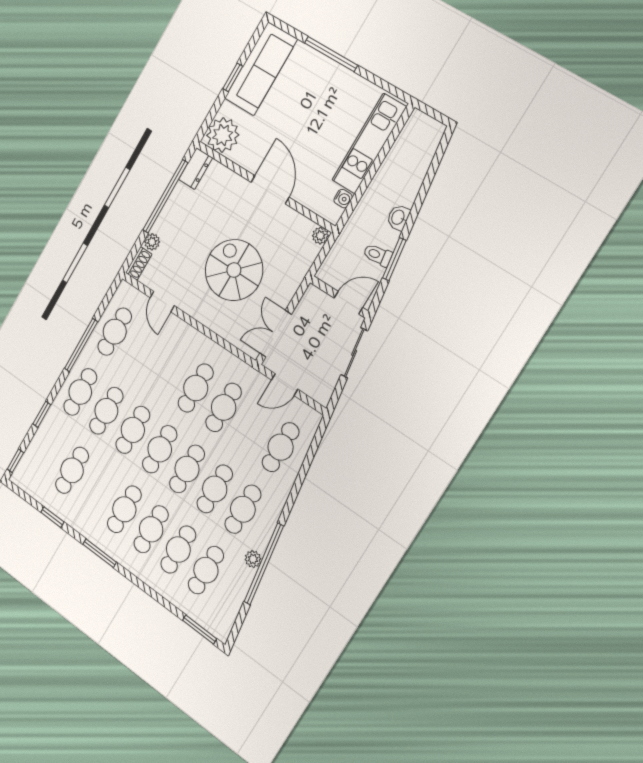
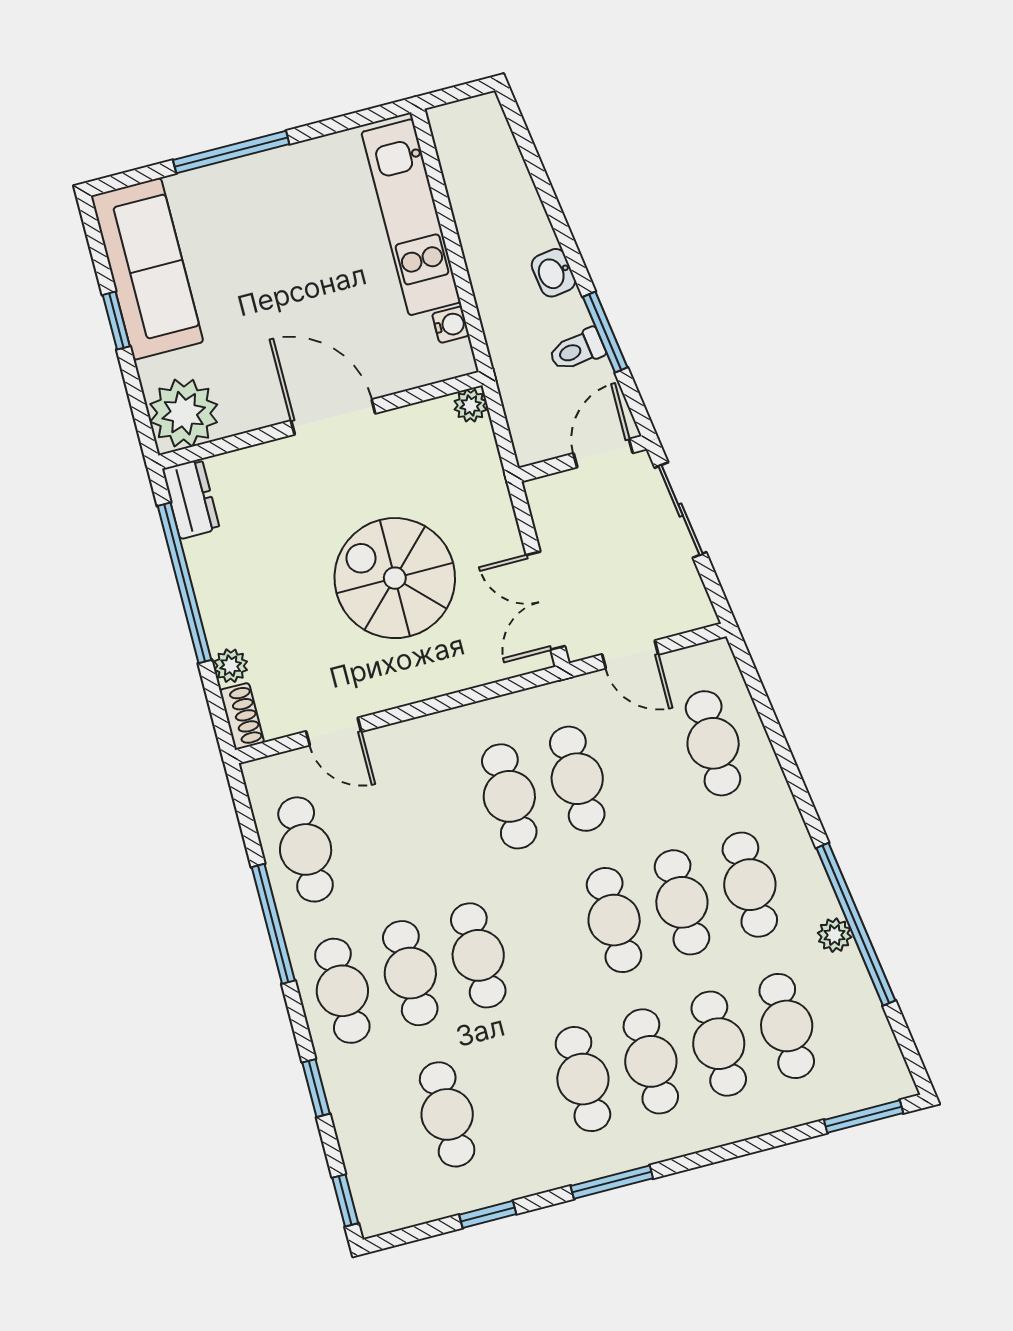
door: (285, 385) -> (630, 654), hinge flipped
cafe table: (160, 449) -> (546, 938), removed

